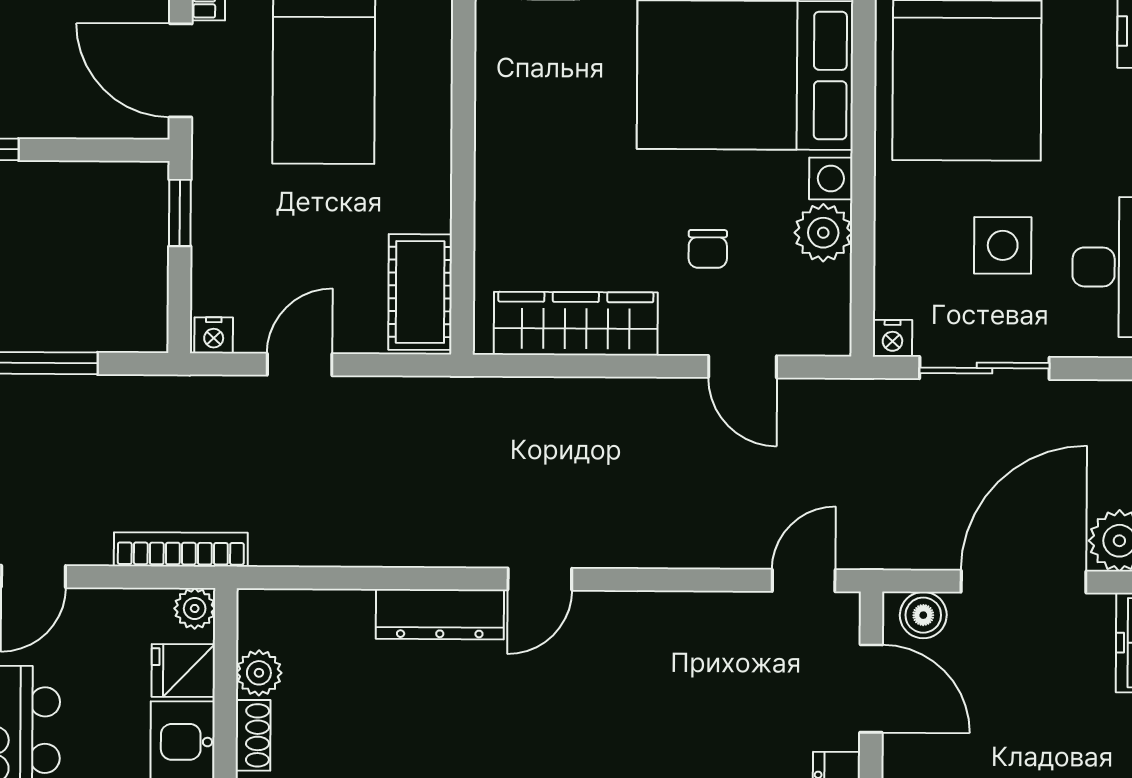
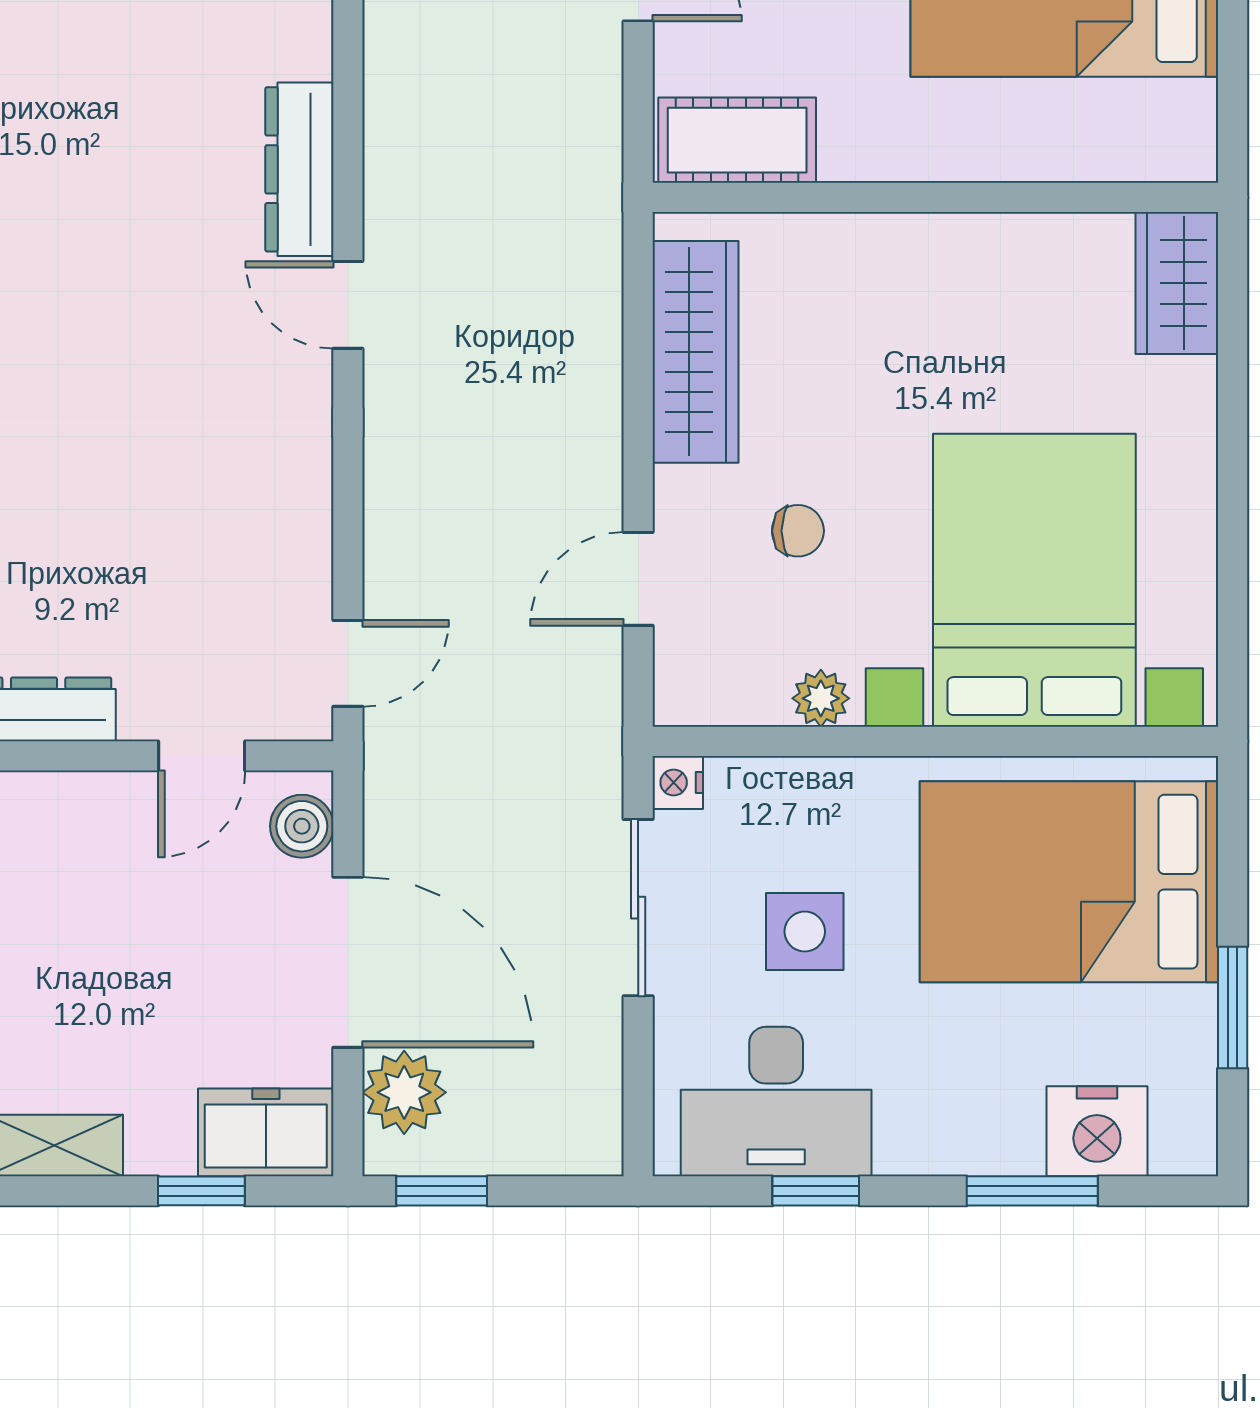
plant: (823, 233) -> (821, 698), width x0.73, depth x0.73
chair: (708, 249) -> (798, 531), turned 180
door: (804, 580) -> (348, 663), hinge flipped
door: (871, 689) -> (202, 756), width x0.73

